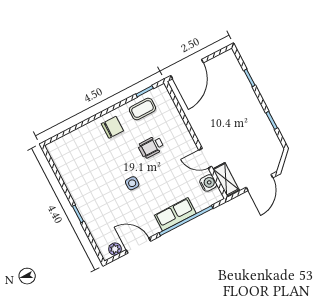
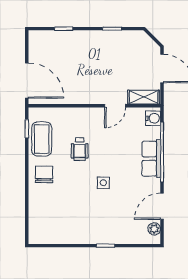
coffee table: (142, 109) -> (42, 139), width x1.36, depth x1.30
water cooler: (208, 183) -> (153, 118), moved, turned 90

